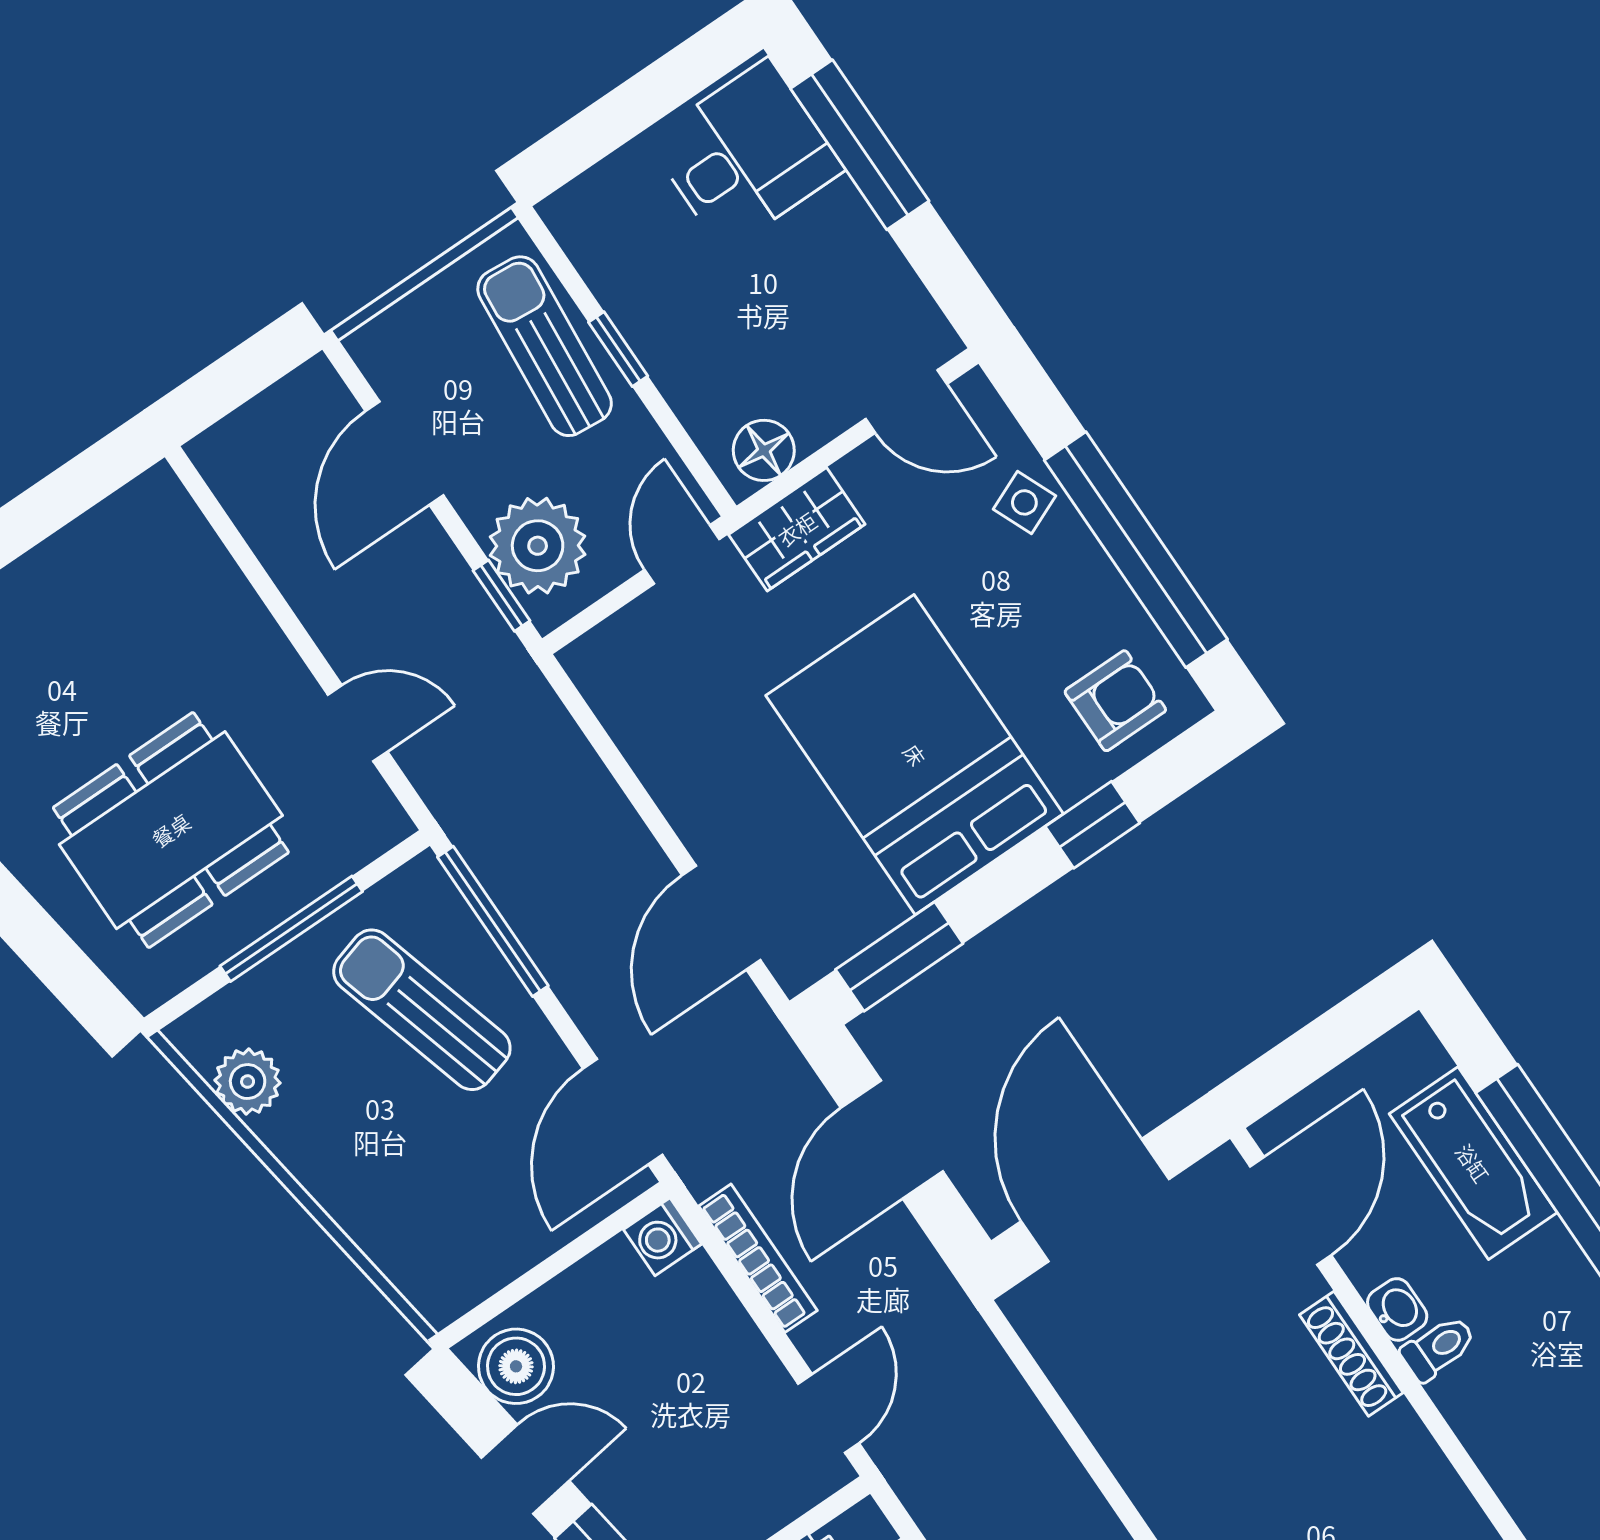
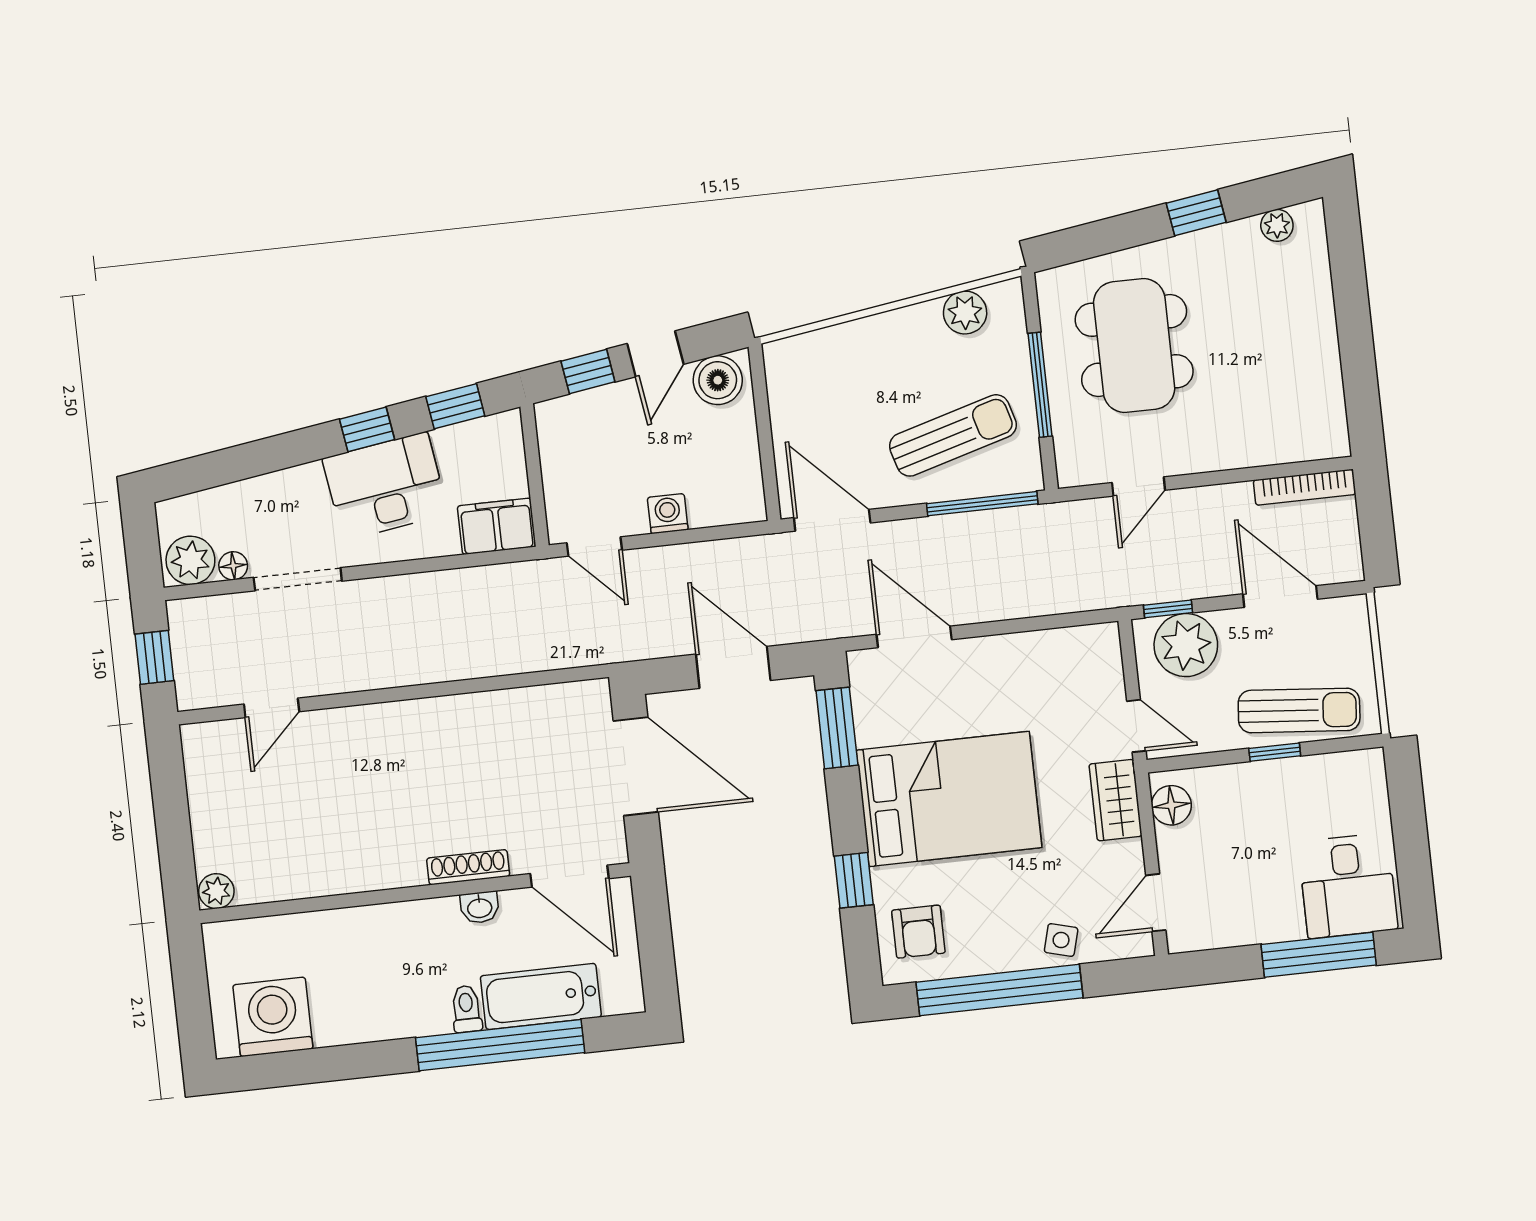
side table: (1024, 502) -> (1061, 940), turned 38
washing machine: (662, 1237) -> (668, 514), moved
bookcase: (758, 1258) -> (1305, 487), moved
toilet: (1438, 1348) -> (466, 1009), moved, turned 180

